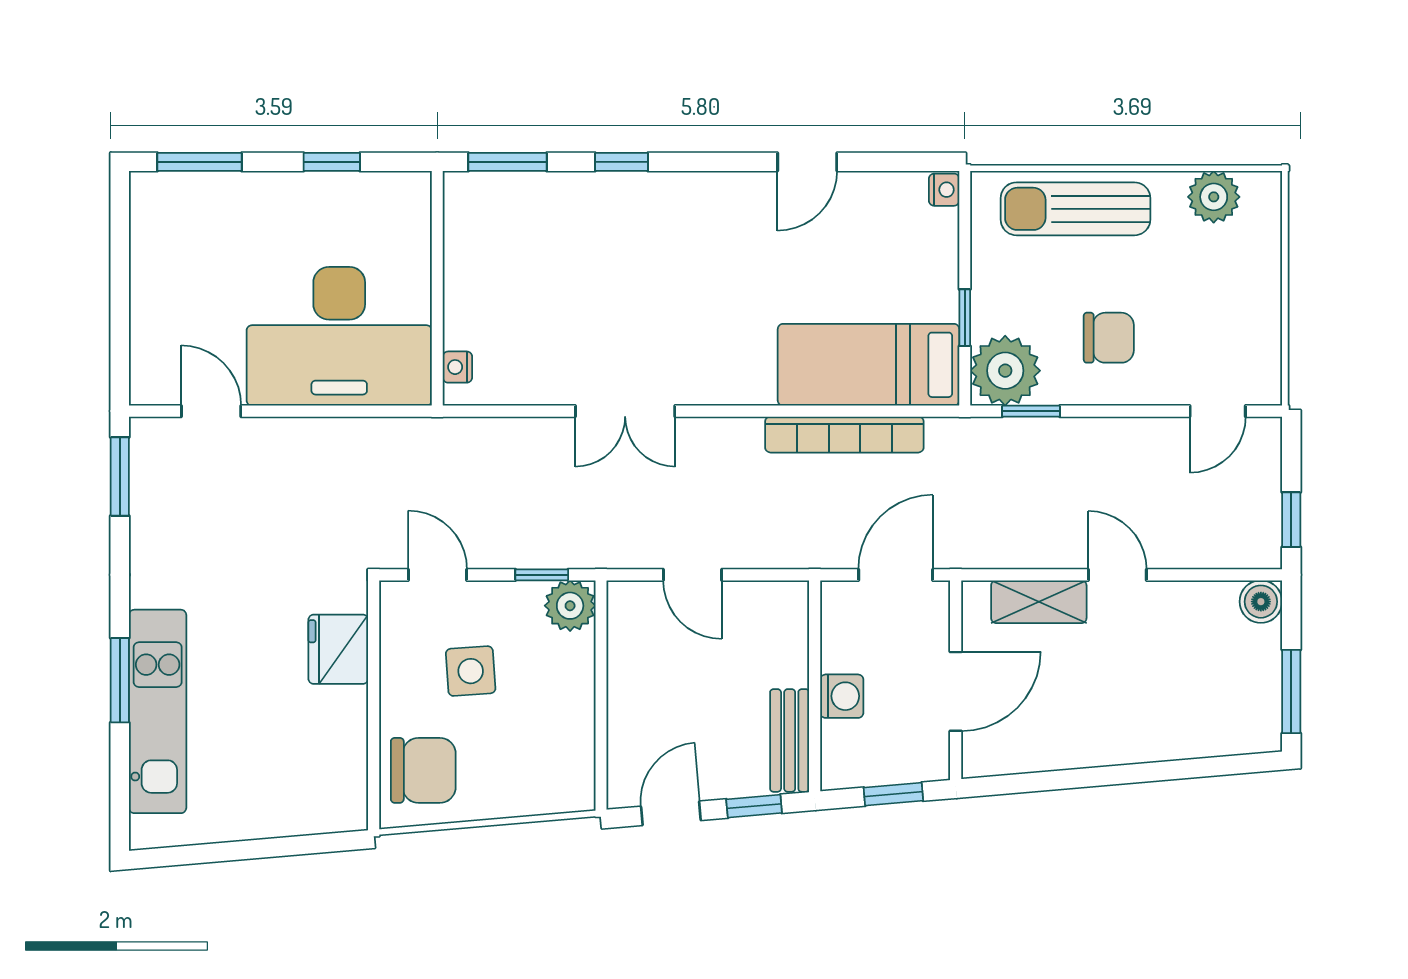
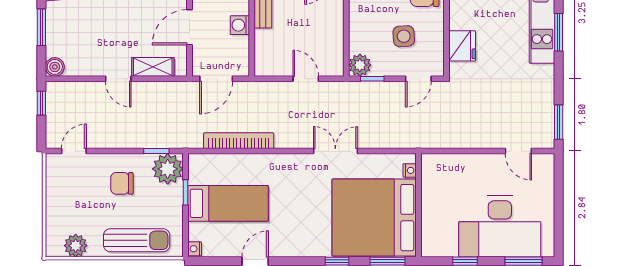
bed: (538, 260) -> (374, 218), added
desk: (339, 336) -> (500, 226), moved, turned 180
bed: (869, 365) -> (228, 203), moved
door: (438, 575) -> (418, 79), hinge flipped

